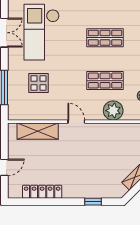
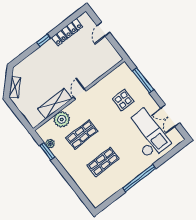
door: (76, 122) -> (80, 94), swing flipped
shelving: (38, 131) -> (55, 104), moved
window: (93, 202) -> (44, 40), moved

